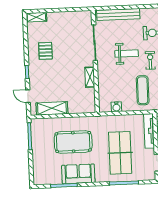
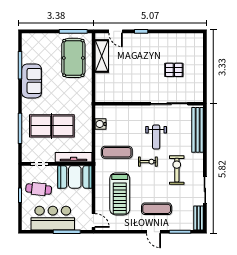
shelving: (36, 17) -> (198, 44), removed
pallet: (45, 51) -> (174, 70), moved
shelving: (90, 77) -> (133, 97), removed
door: (28, 96) -> (116, 31), swing flipped
pool table: (73, 142) -> (73, 58), moved

